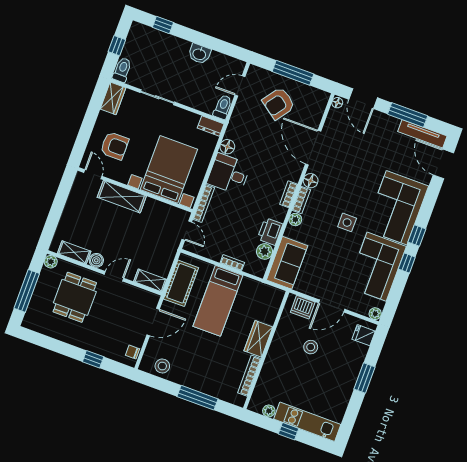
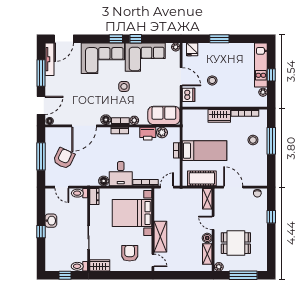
window: (163, 25) -> (41, 232), moved
armchair: (279, 103) -> (64, 158), turned -101
door: (93, 174) -> (153, 260), swing flipped
stool: (162, 366) -> (253, 140), moved

